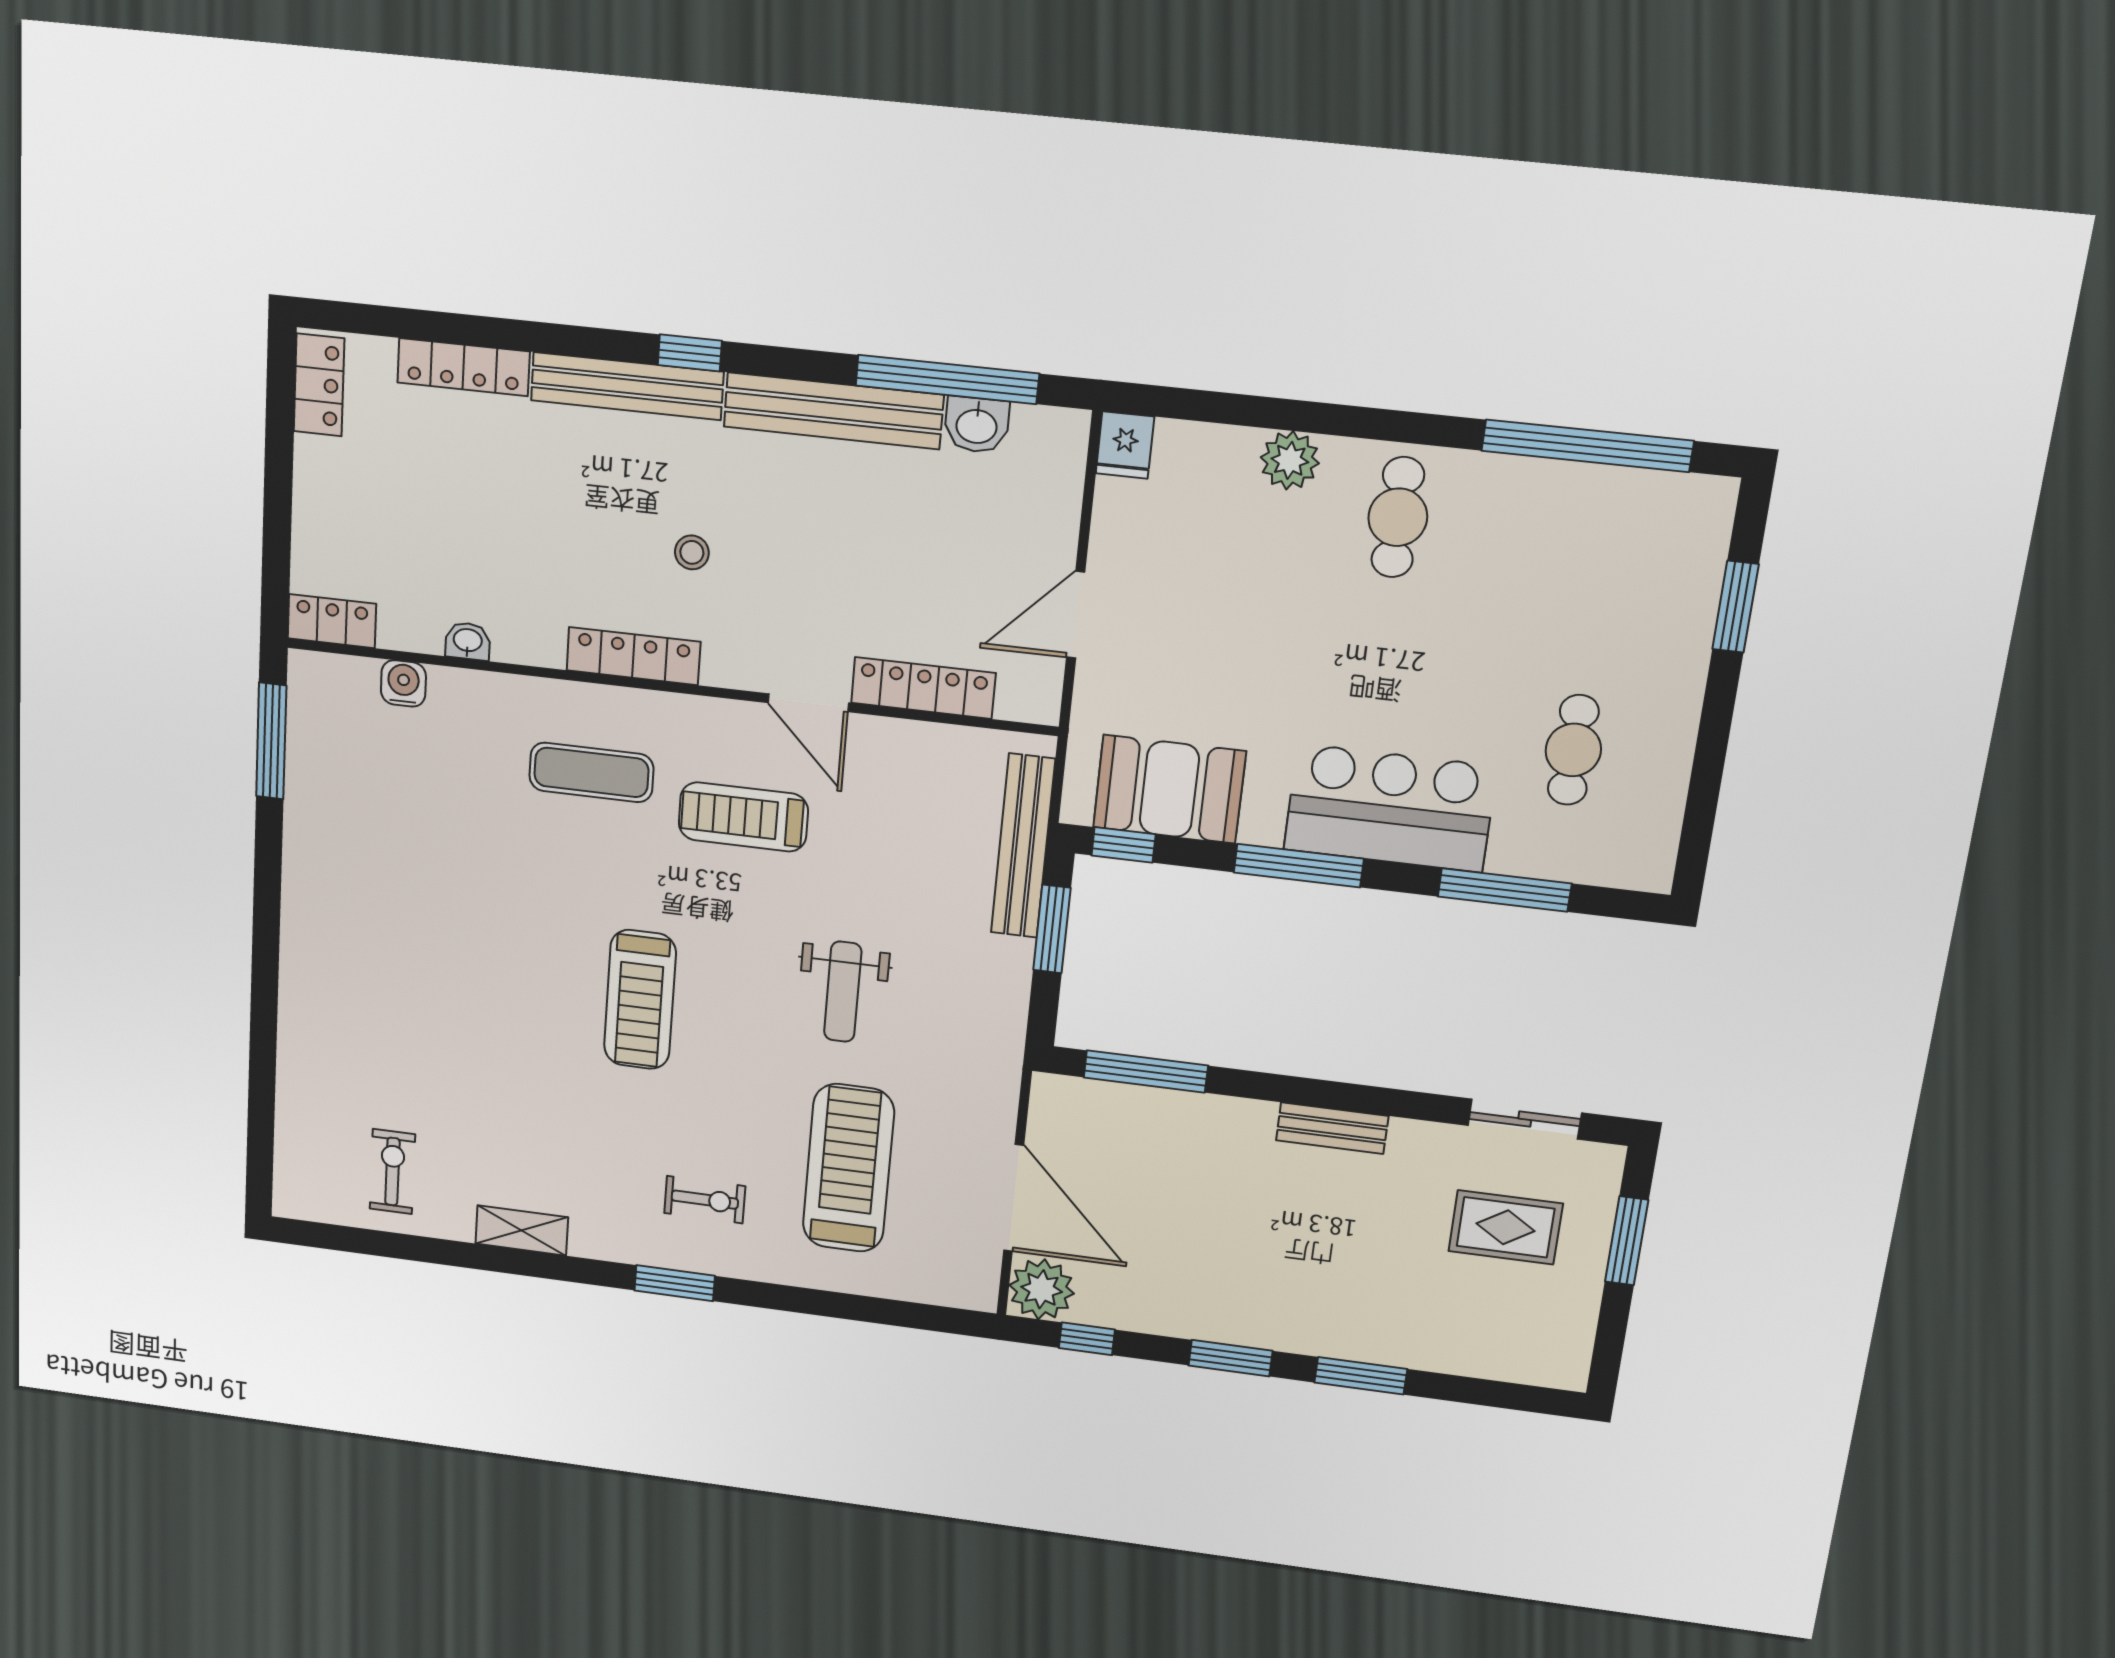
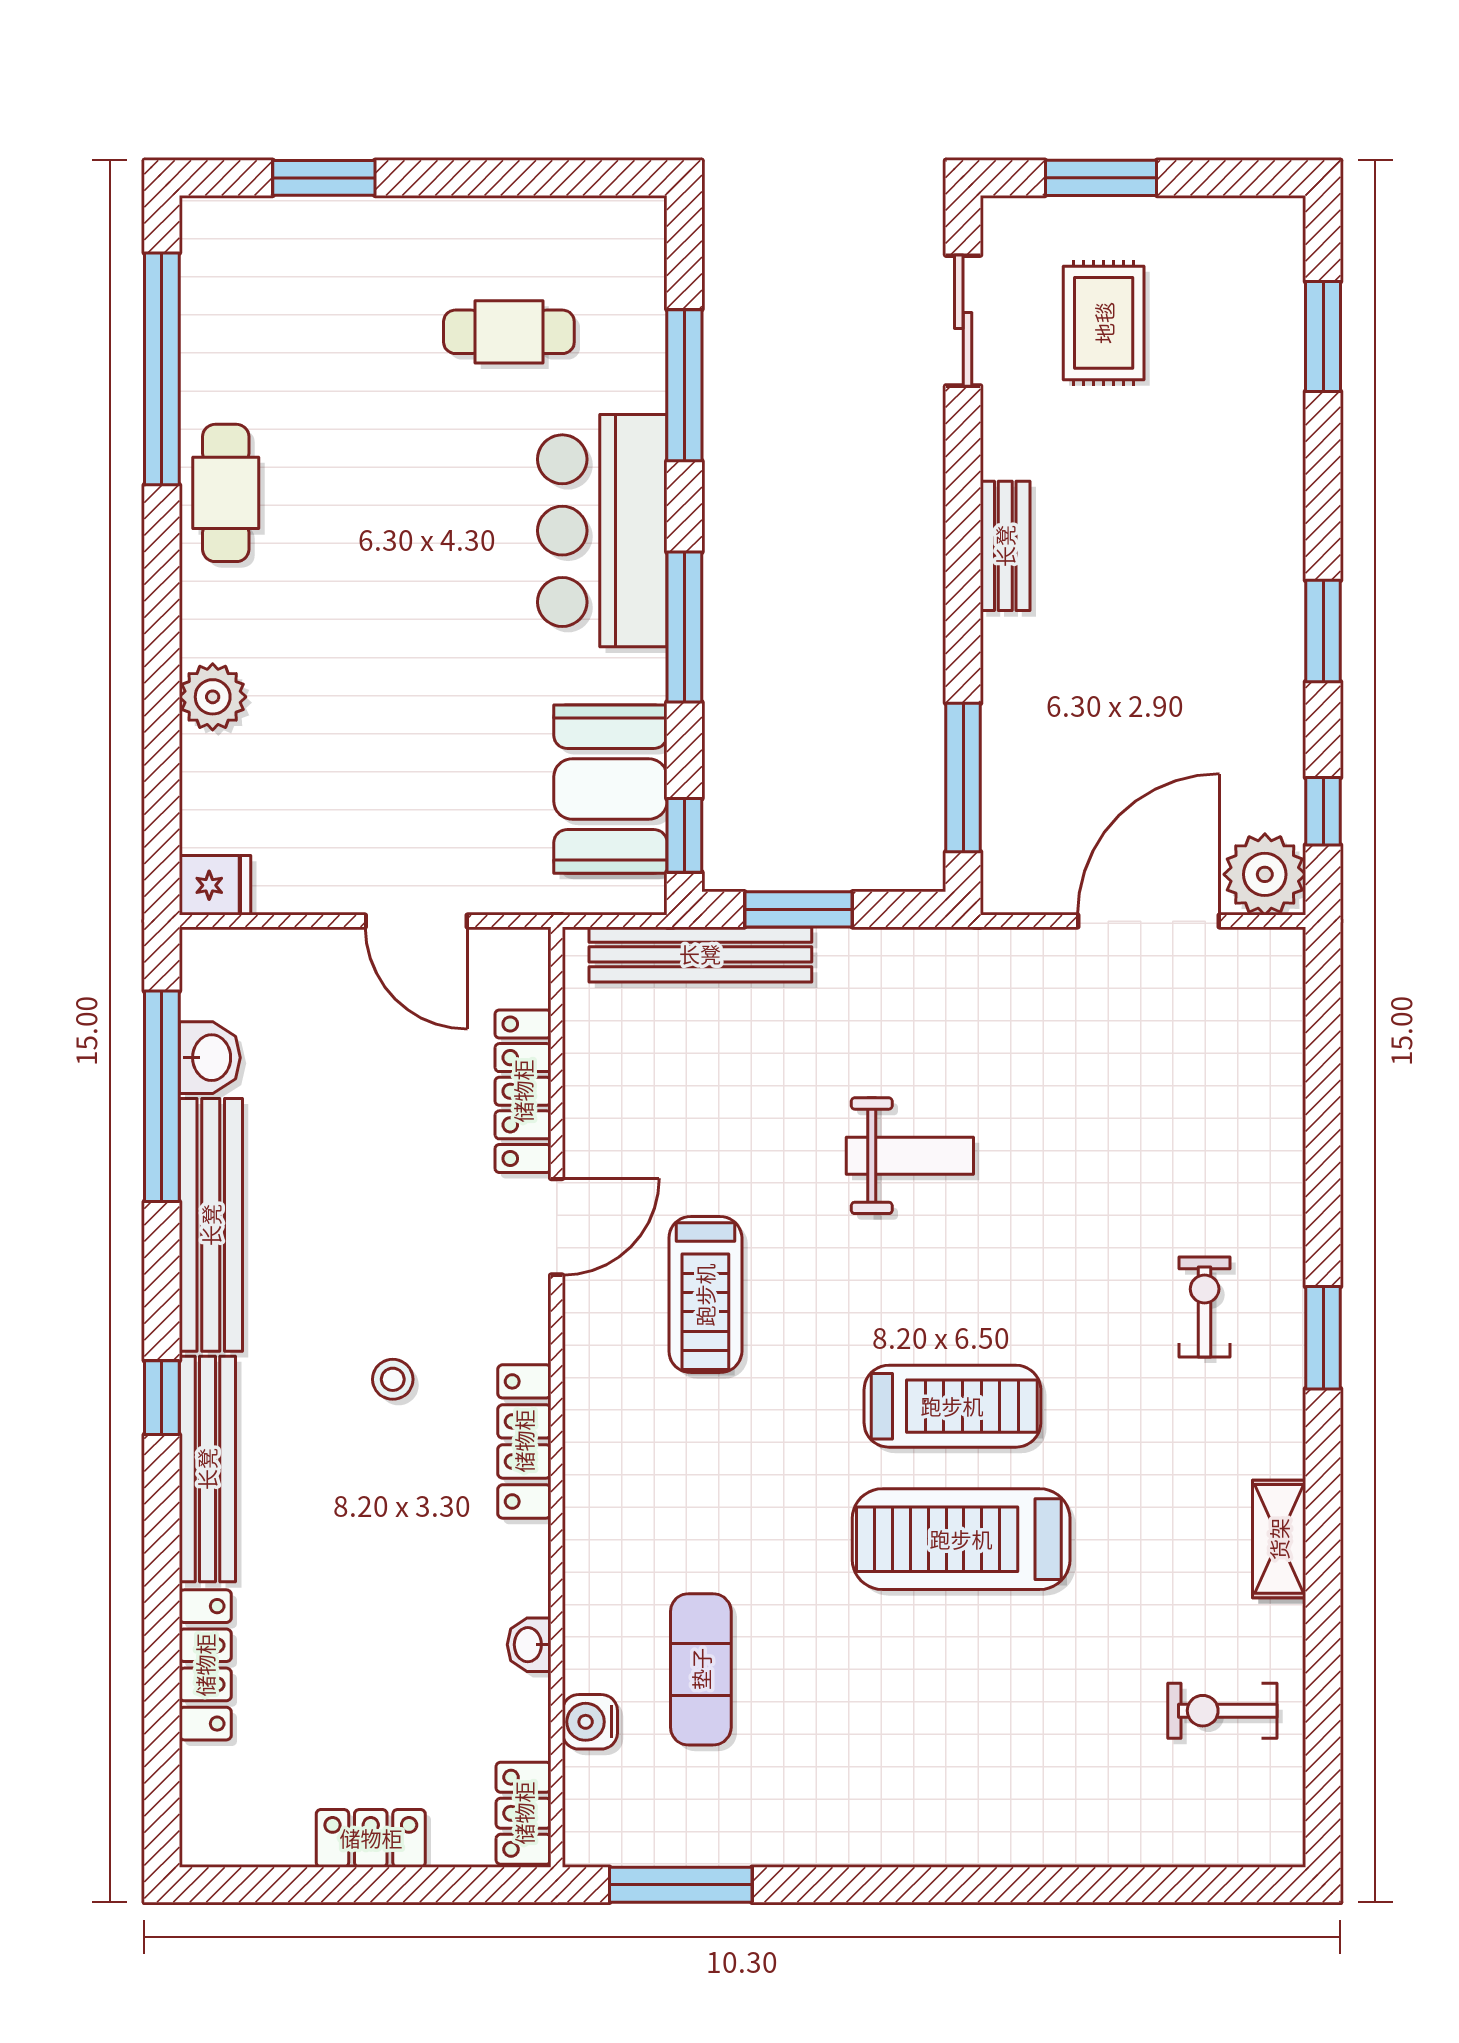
locker: (319, 385) -> (371, 1838), moved
cafe table: (1398, 517) -> (226, 493), moved, turned 90
exercise mat: (591, 772) -> (701, 1669), moved
treadmill: (848, 1168) -> (961, 1539), moved
window: (1361, 1376) -> (1323, 336), moved

